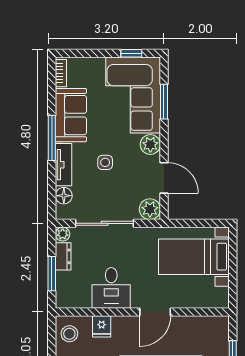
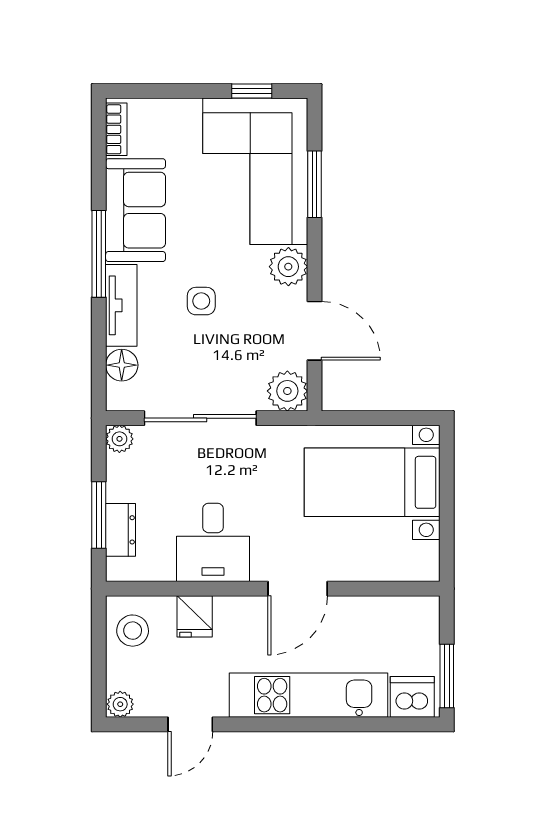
dresser: (63, 256) -> (121, 530), moved

